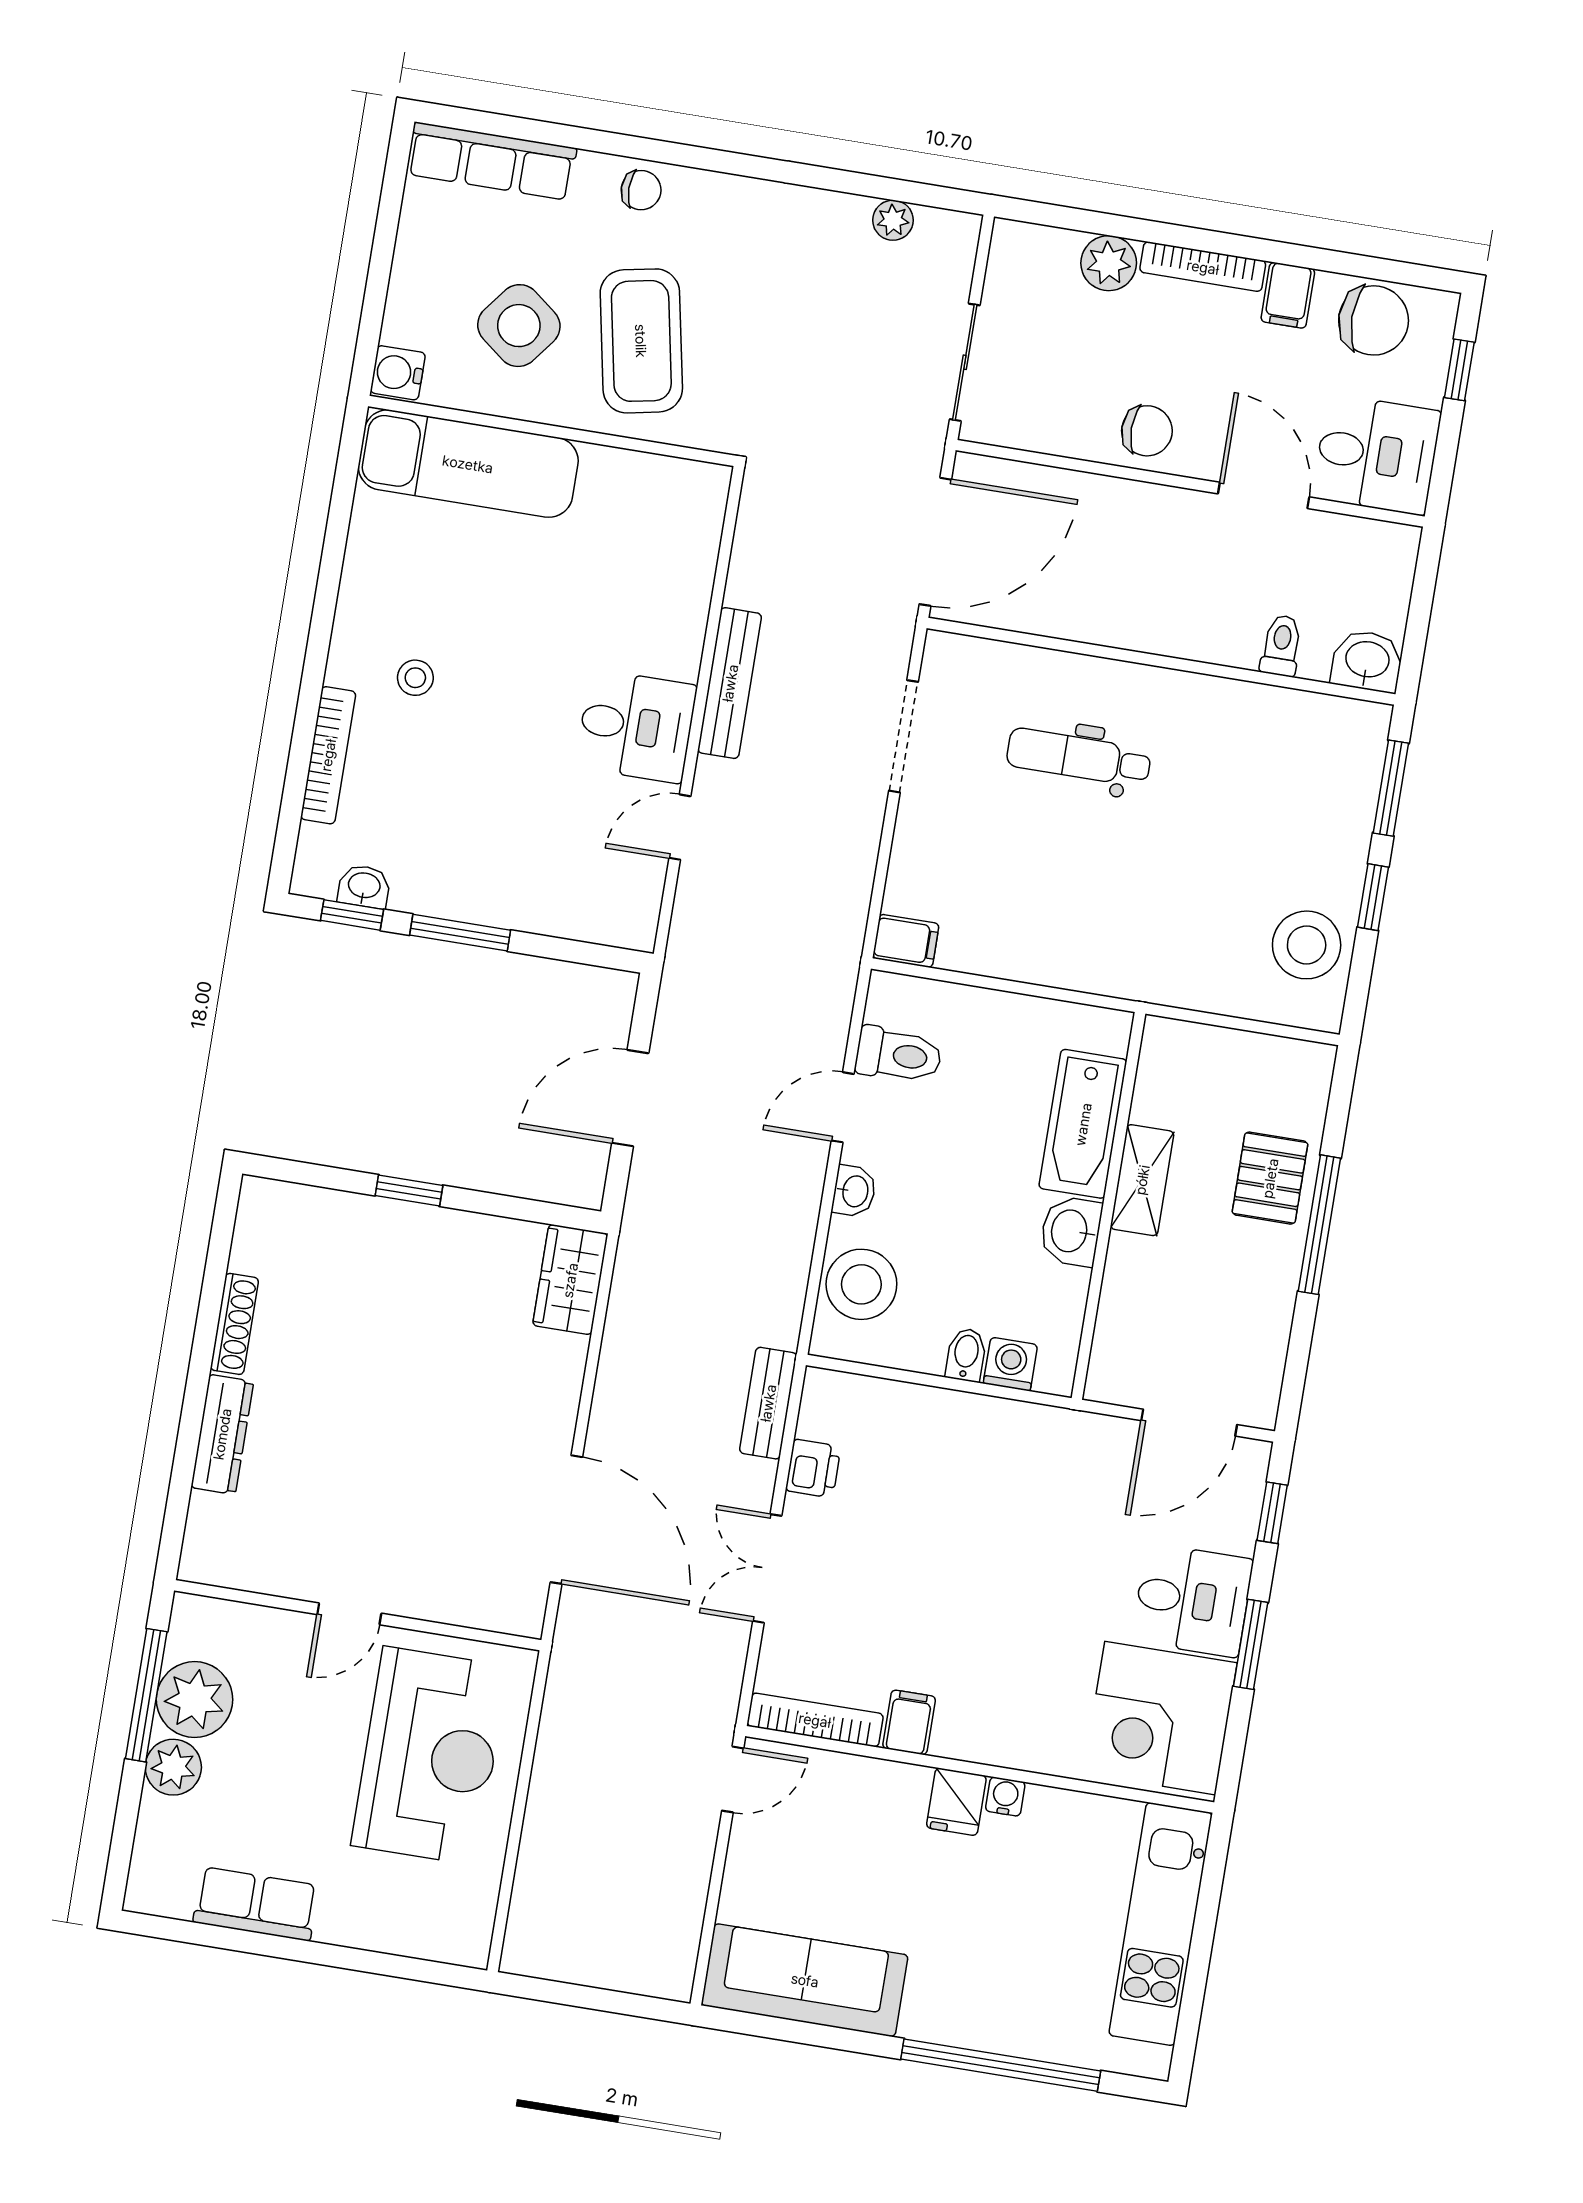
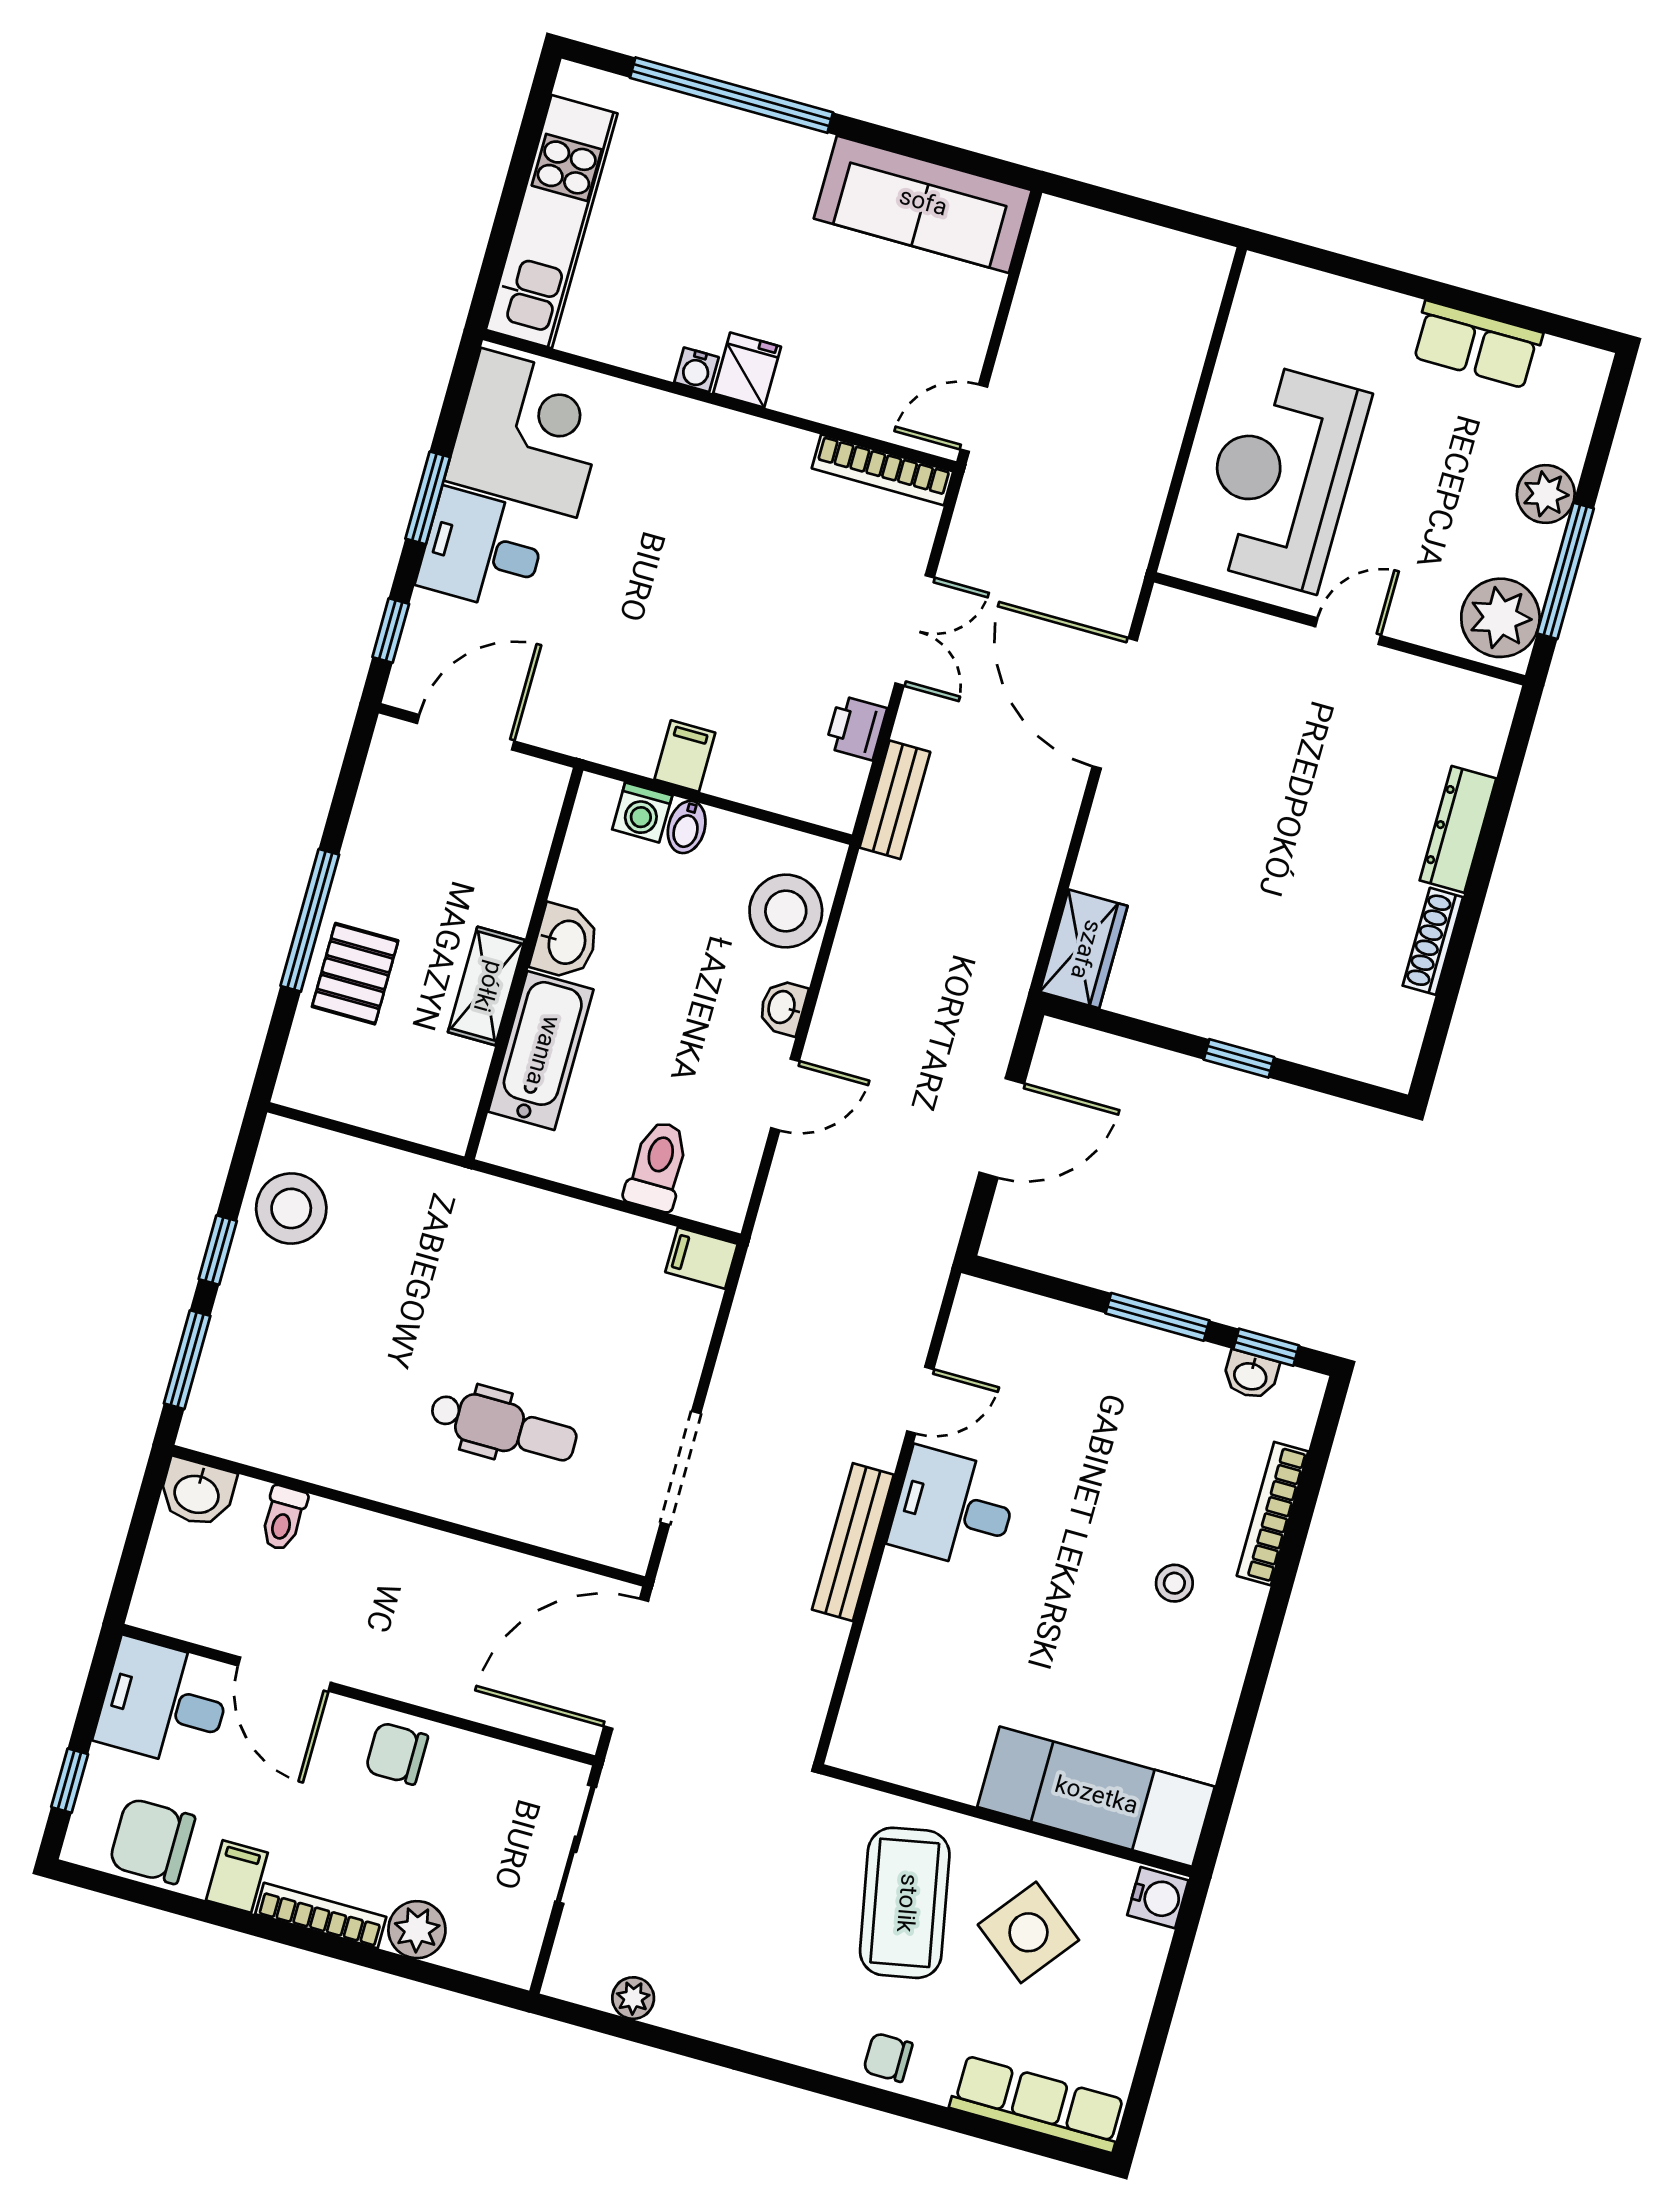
toilet: (899, 1055) -> (658, 1166), moved, turned 90
plant: (195, 1700) -> (1500, 618), moved
filing cabinet: (909, 1722) -> (685, 756), moved, turned 180

